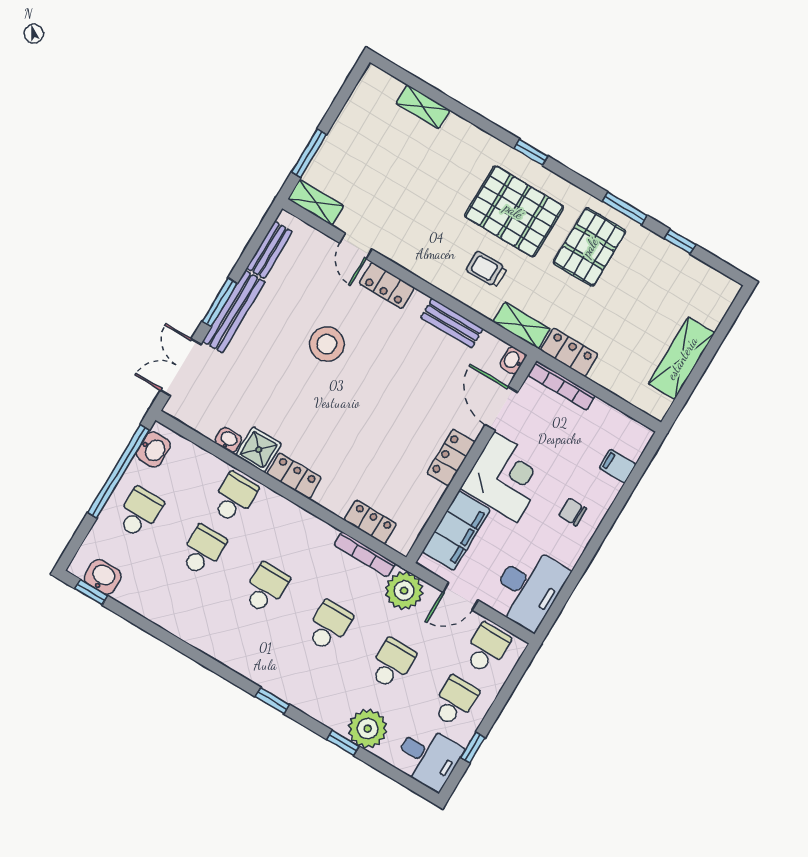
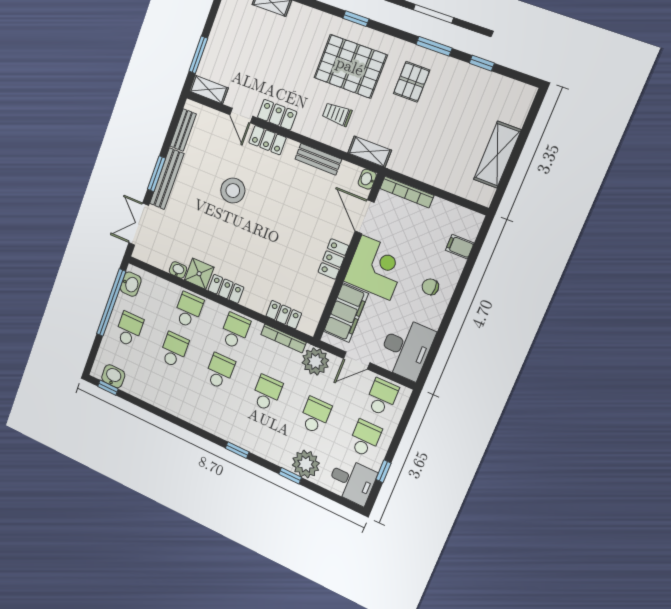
pallet: (590, 247) -> (412, 82), width x0.67, depth x0.71
locker: (569, 352) -> (277, 115), moved
school desk: (297, 535) -> (235, 331), added

